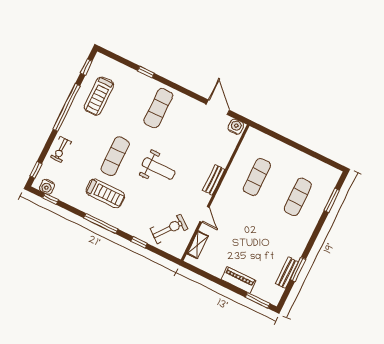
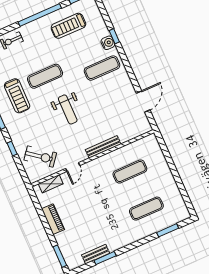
water cooler: (236, 127) -> (108, 43), moved
bench: (214, 180) -> (103, 147), width x1.36
piano: (239, 280) -> (53, 219), moved

